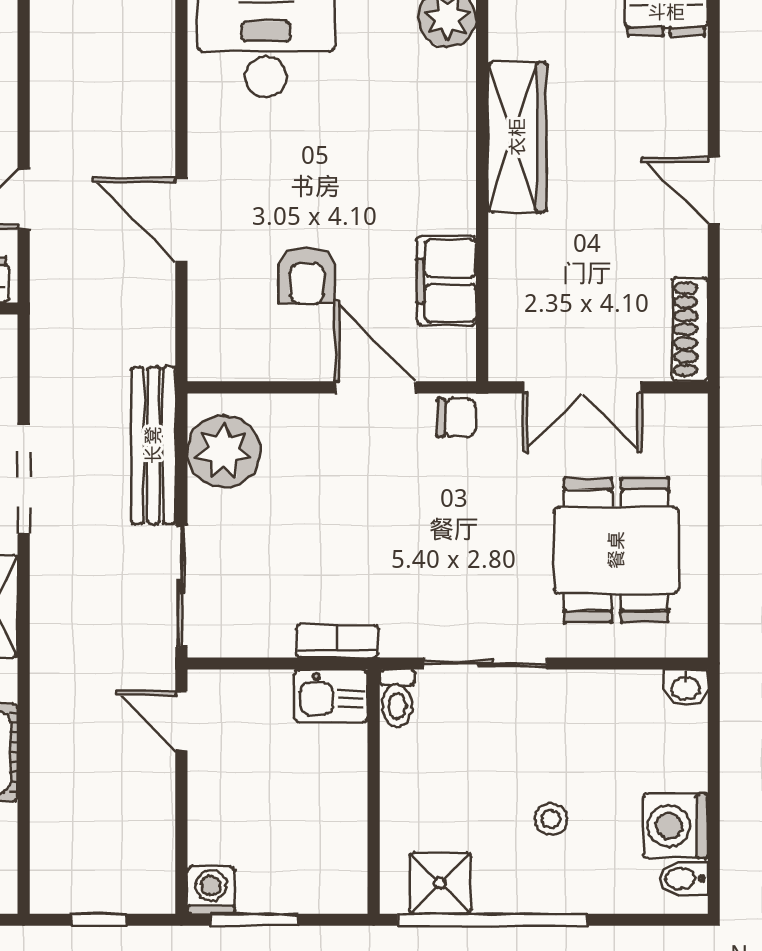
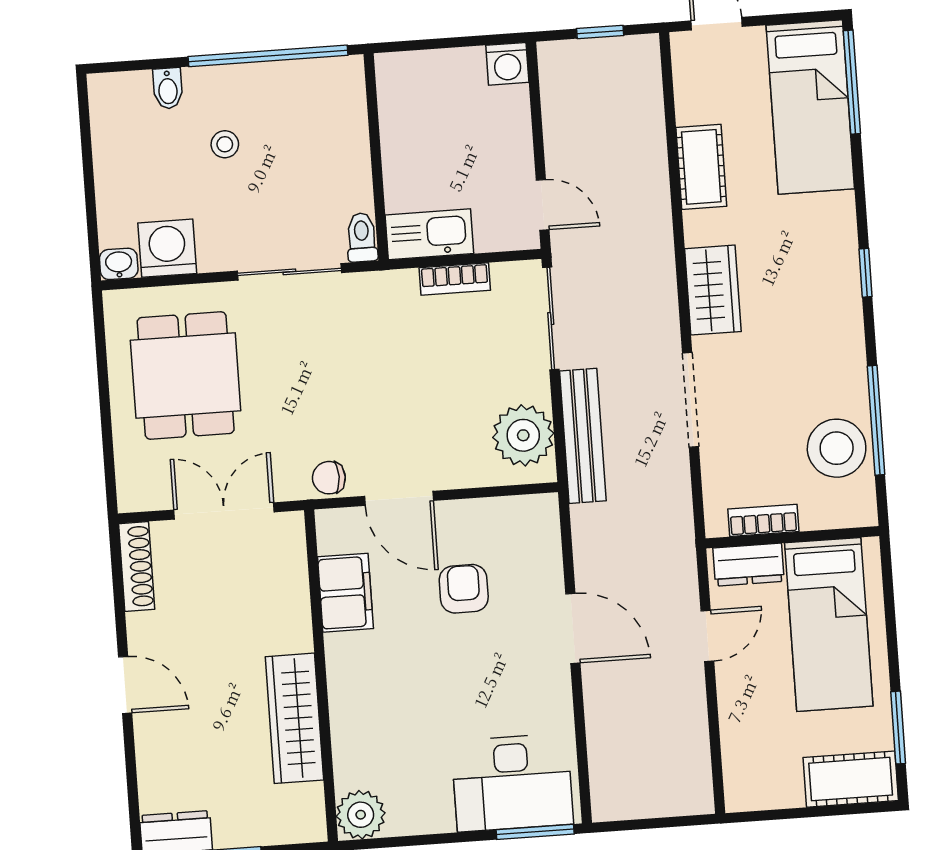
bookcase: (337, 641) -> (455, 279), moved
kitchen sink: (331, 696) -> (429, 234), width x1.38
washing machine: (676, 826) -> (167, 248), moved, turned -90
bidet: (684, 879) -> (168, 88), moved, turned 90
shower: (440, 883) -> (314, 84), removed
window: (254, 920) -> (469, 41), removed

